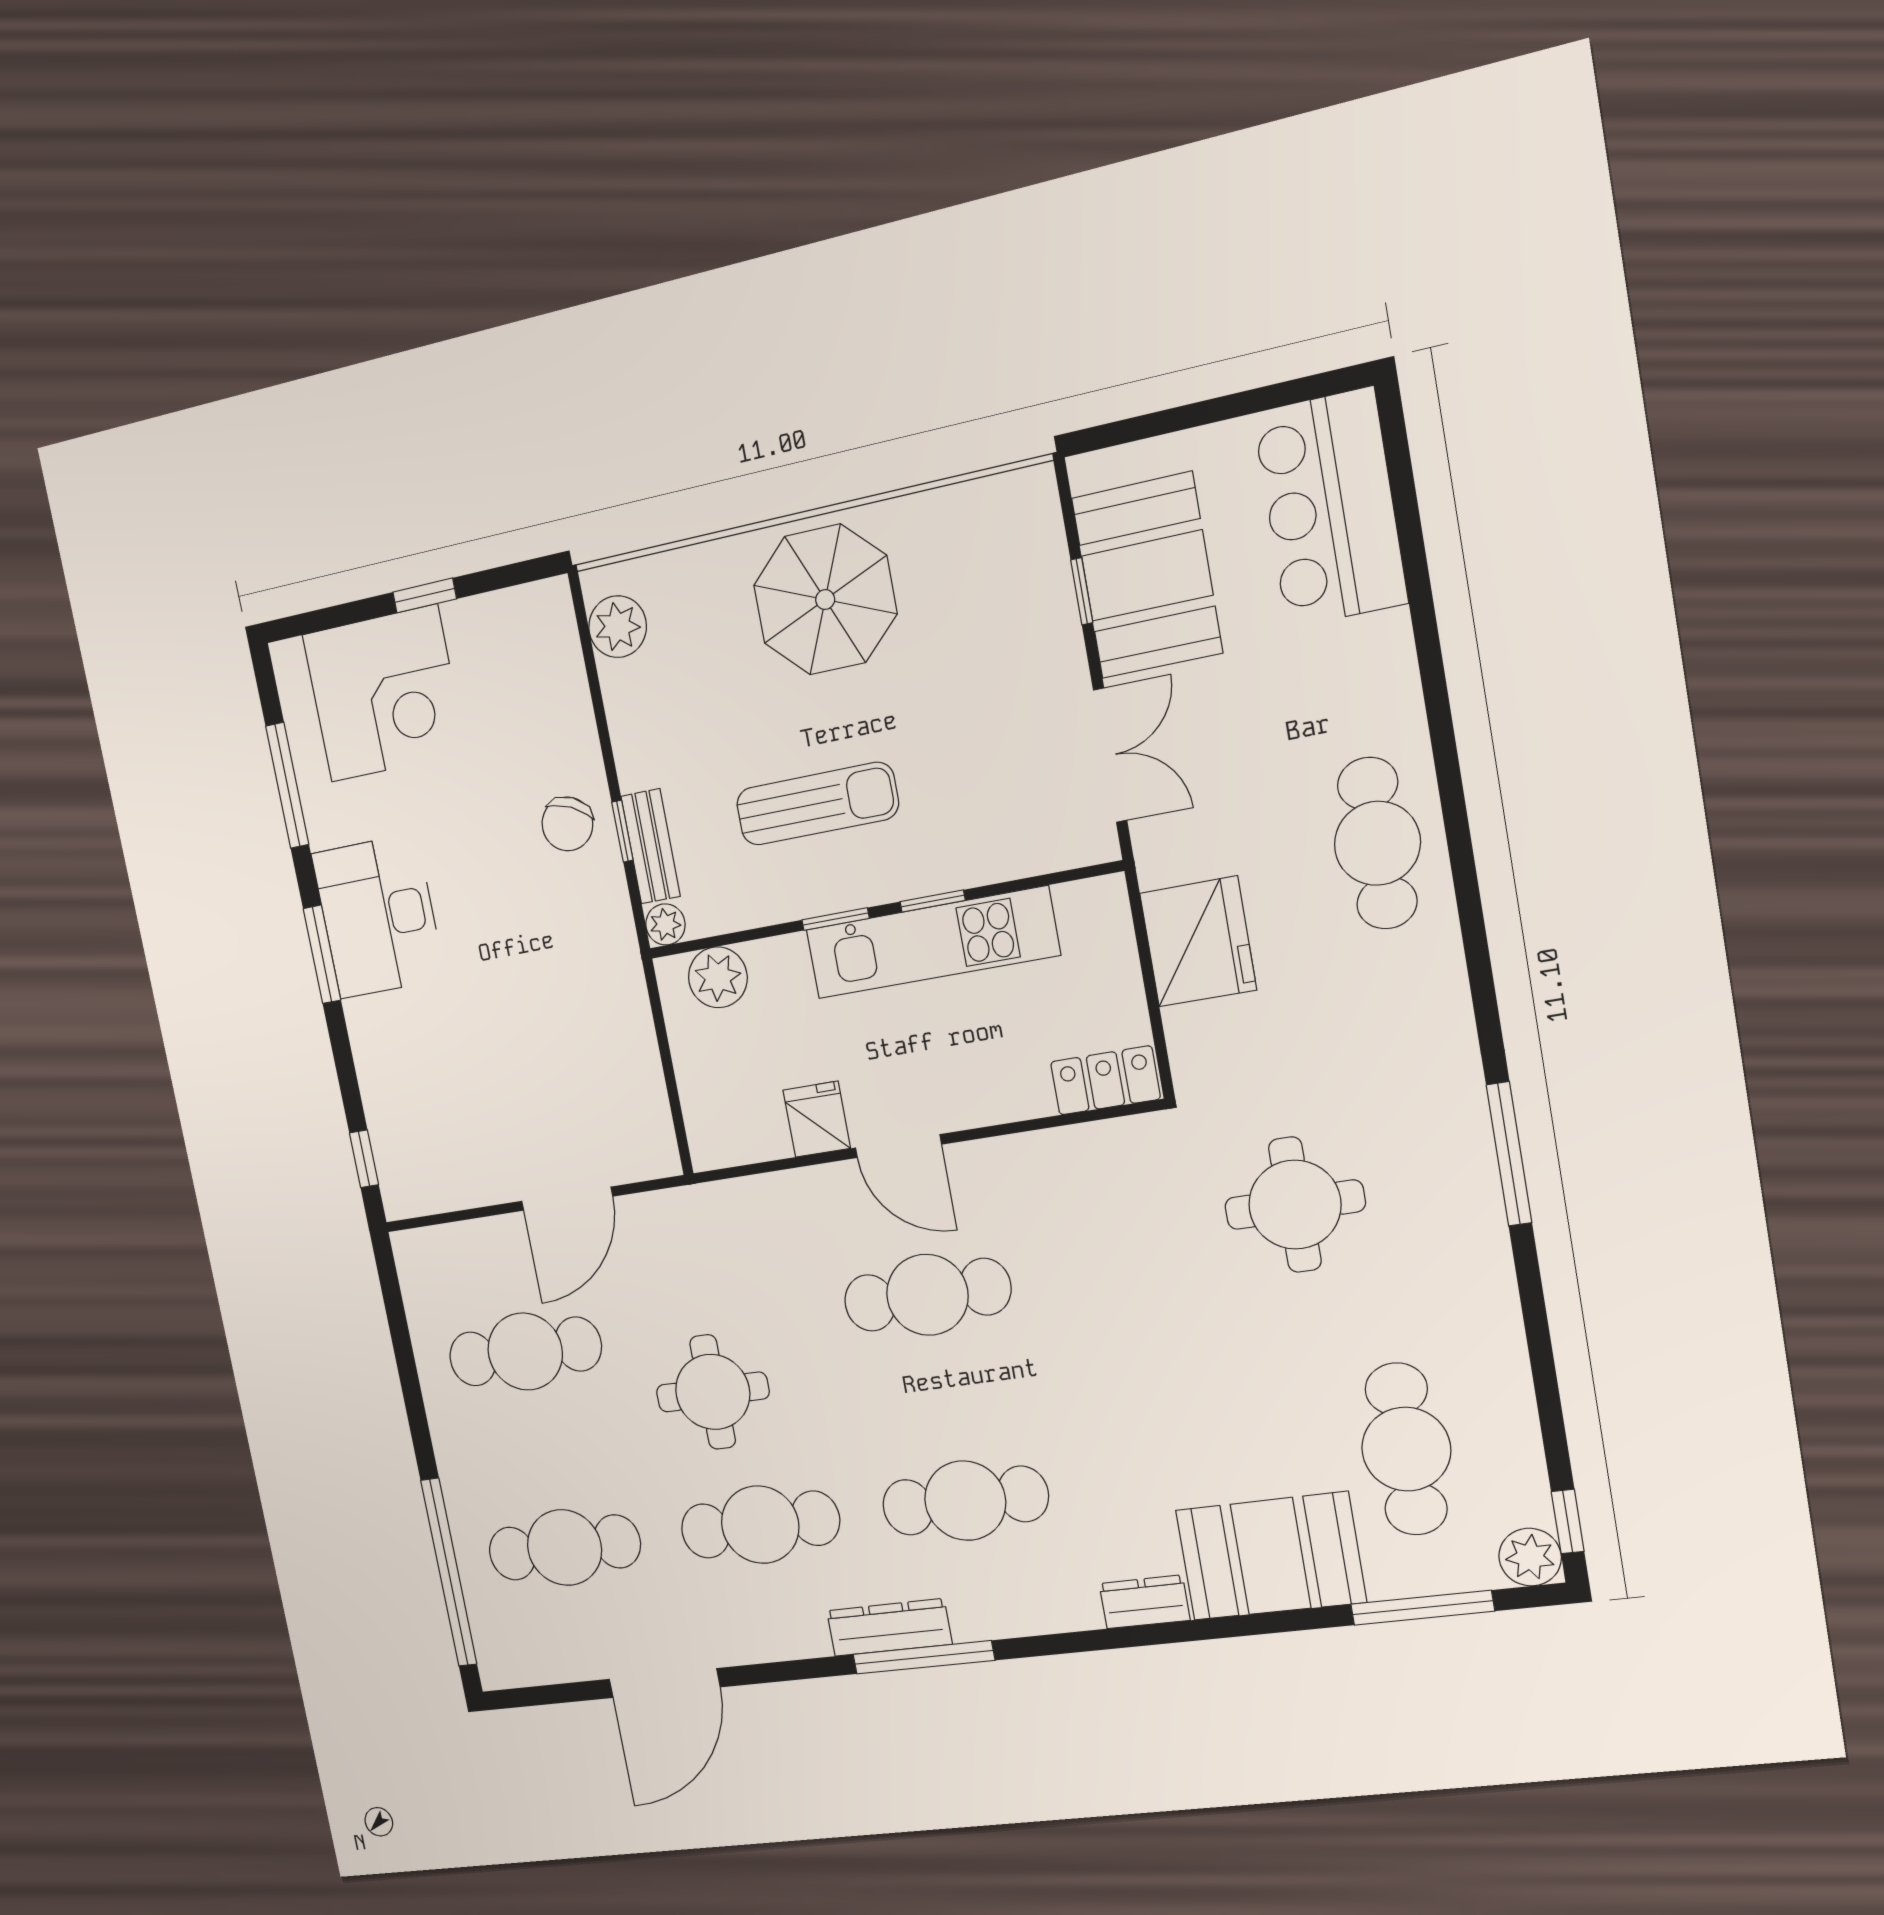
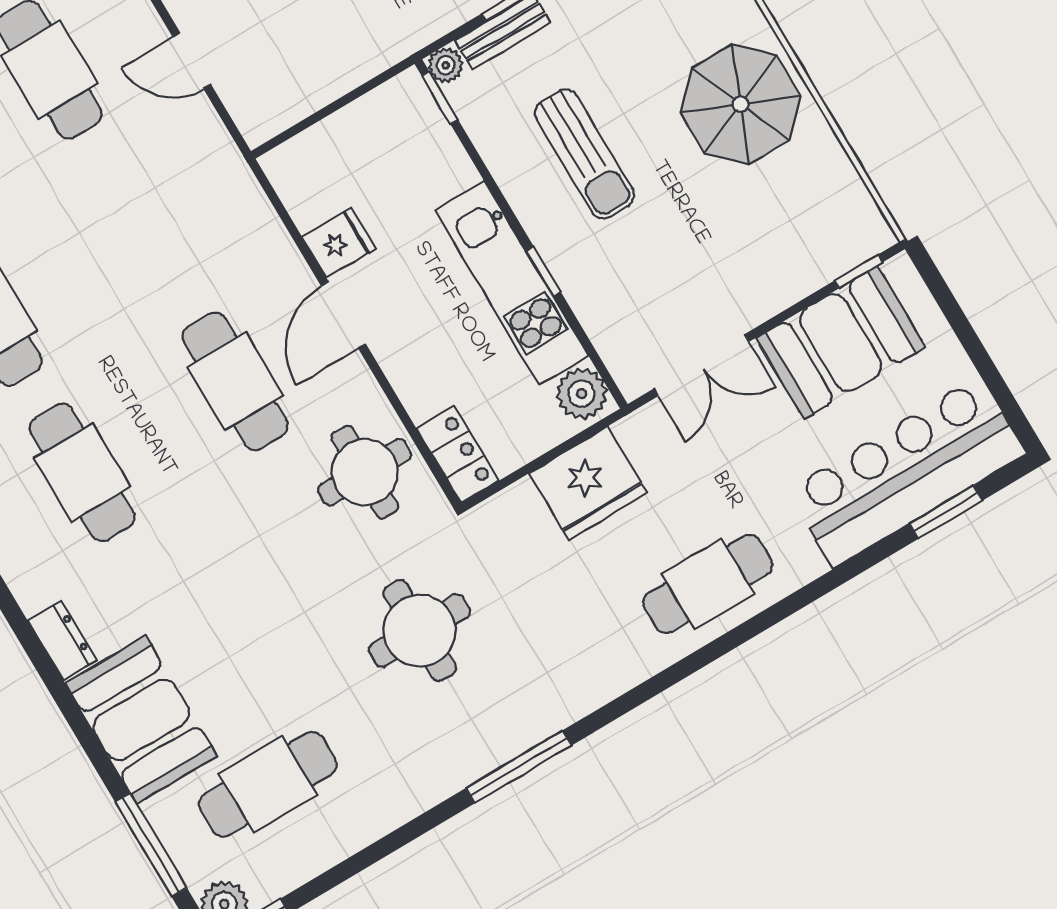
bar counter: (1330, 508) -> (906, 472), width x1.36
window: (1407, 514) -> (946, 512), added
window: (1082, 591) -> (859, 271), moved
window: (835, 919) -> (440, 98), moved
plant: (718, 977) -> (581, 394), moved
door: (567, 1199) -> (192, 61), width x0.73
round table: (713, 1392) -> (365, 472), moved

